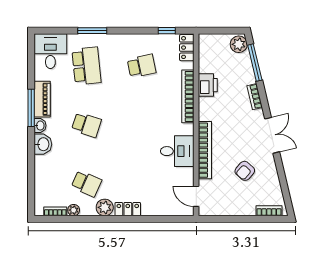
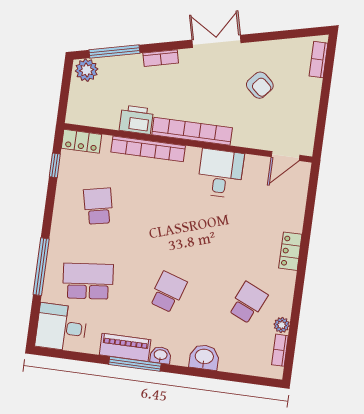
window: (92, 31) -> (41, 267), width x1.44
washbasin: (43, 144) -> (204, 357), moved
bookcase: (205, 150) -> (192, 131), moved
plant: (105, 207) -> (284, 282), removed

